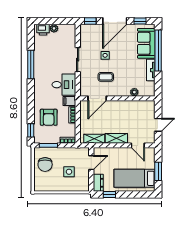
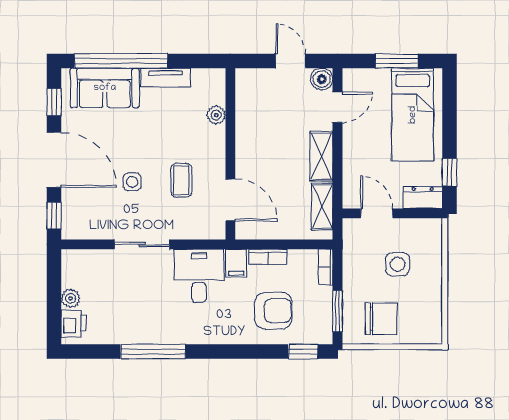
boiler: (150, 138) -> (322, 79), added

